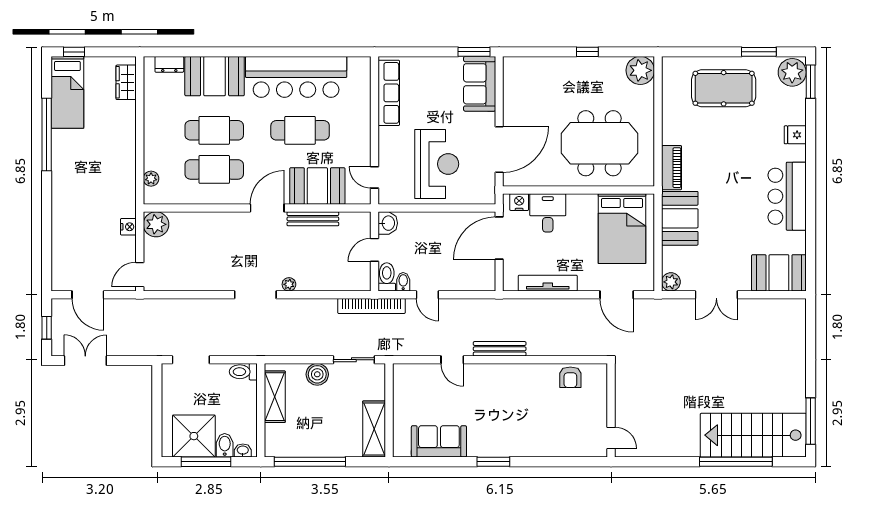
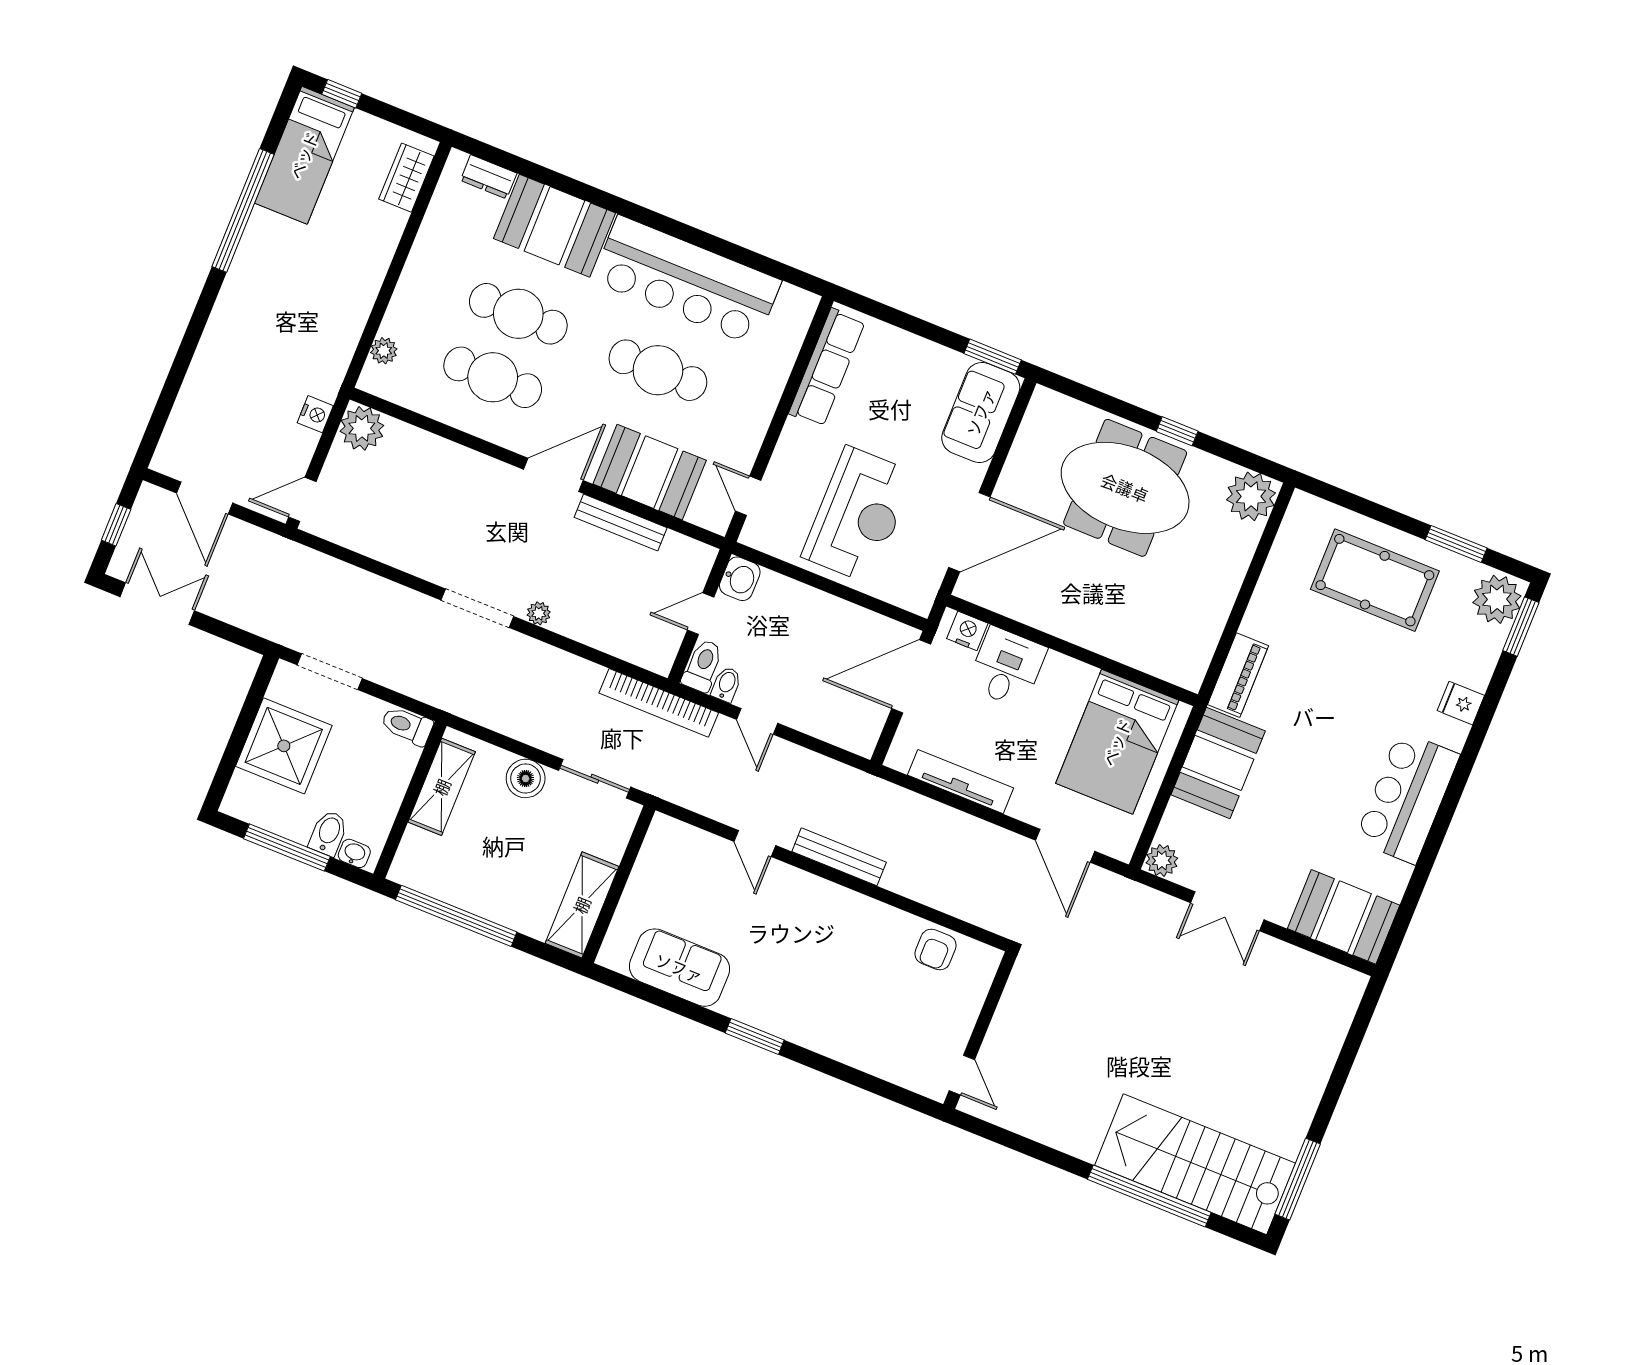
meeting table: (599, 143) -> (1125, 488), moved
shower: (194, 436) -> (284, 746), moved

